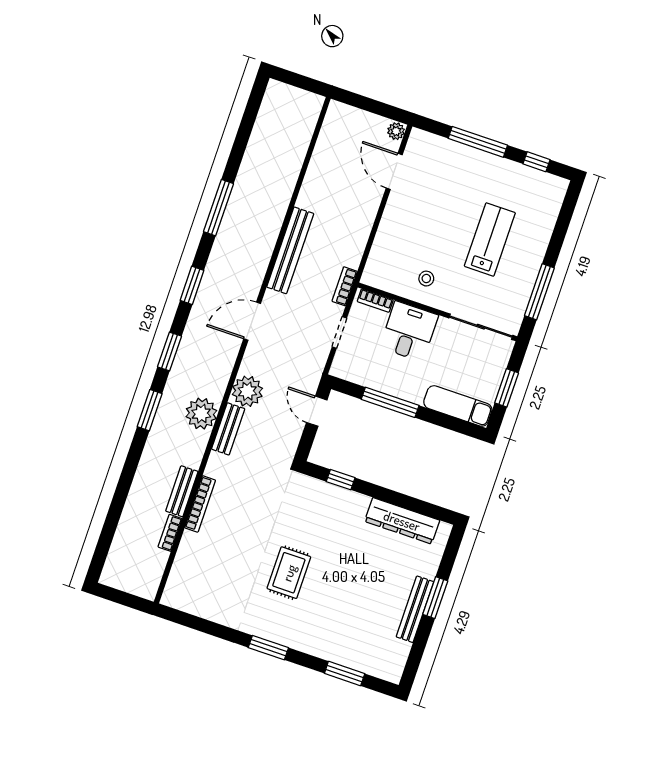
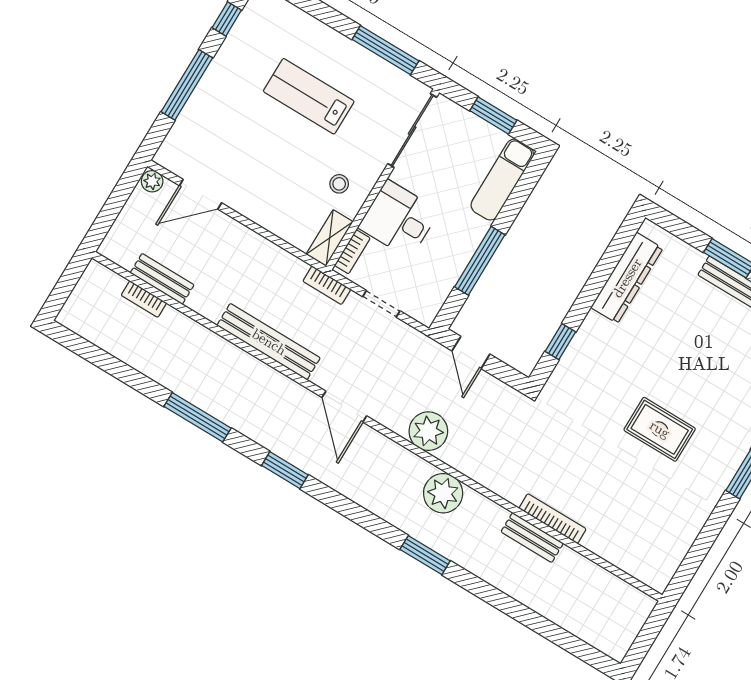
shelving: (382, 280) -> (330, 238), added
window: (170, 351) -> (359, 515), removed
door: (317, 411) -> (471, 352), hinge flipped
bench: (228, 429) -> (162, 279), moved
bookcase: (170, 533) -> (144, 299), moved

